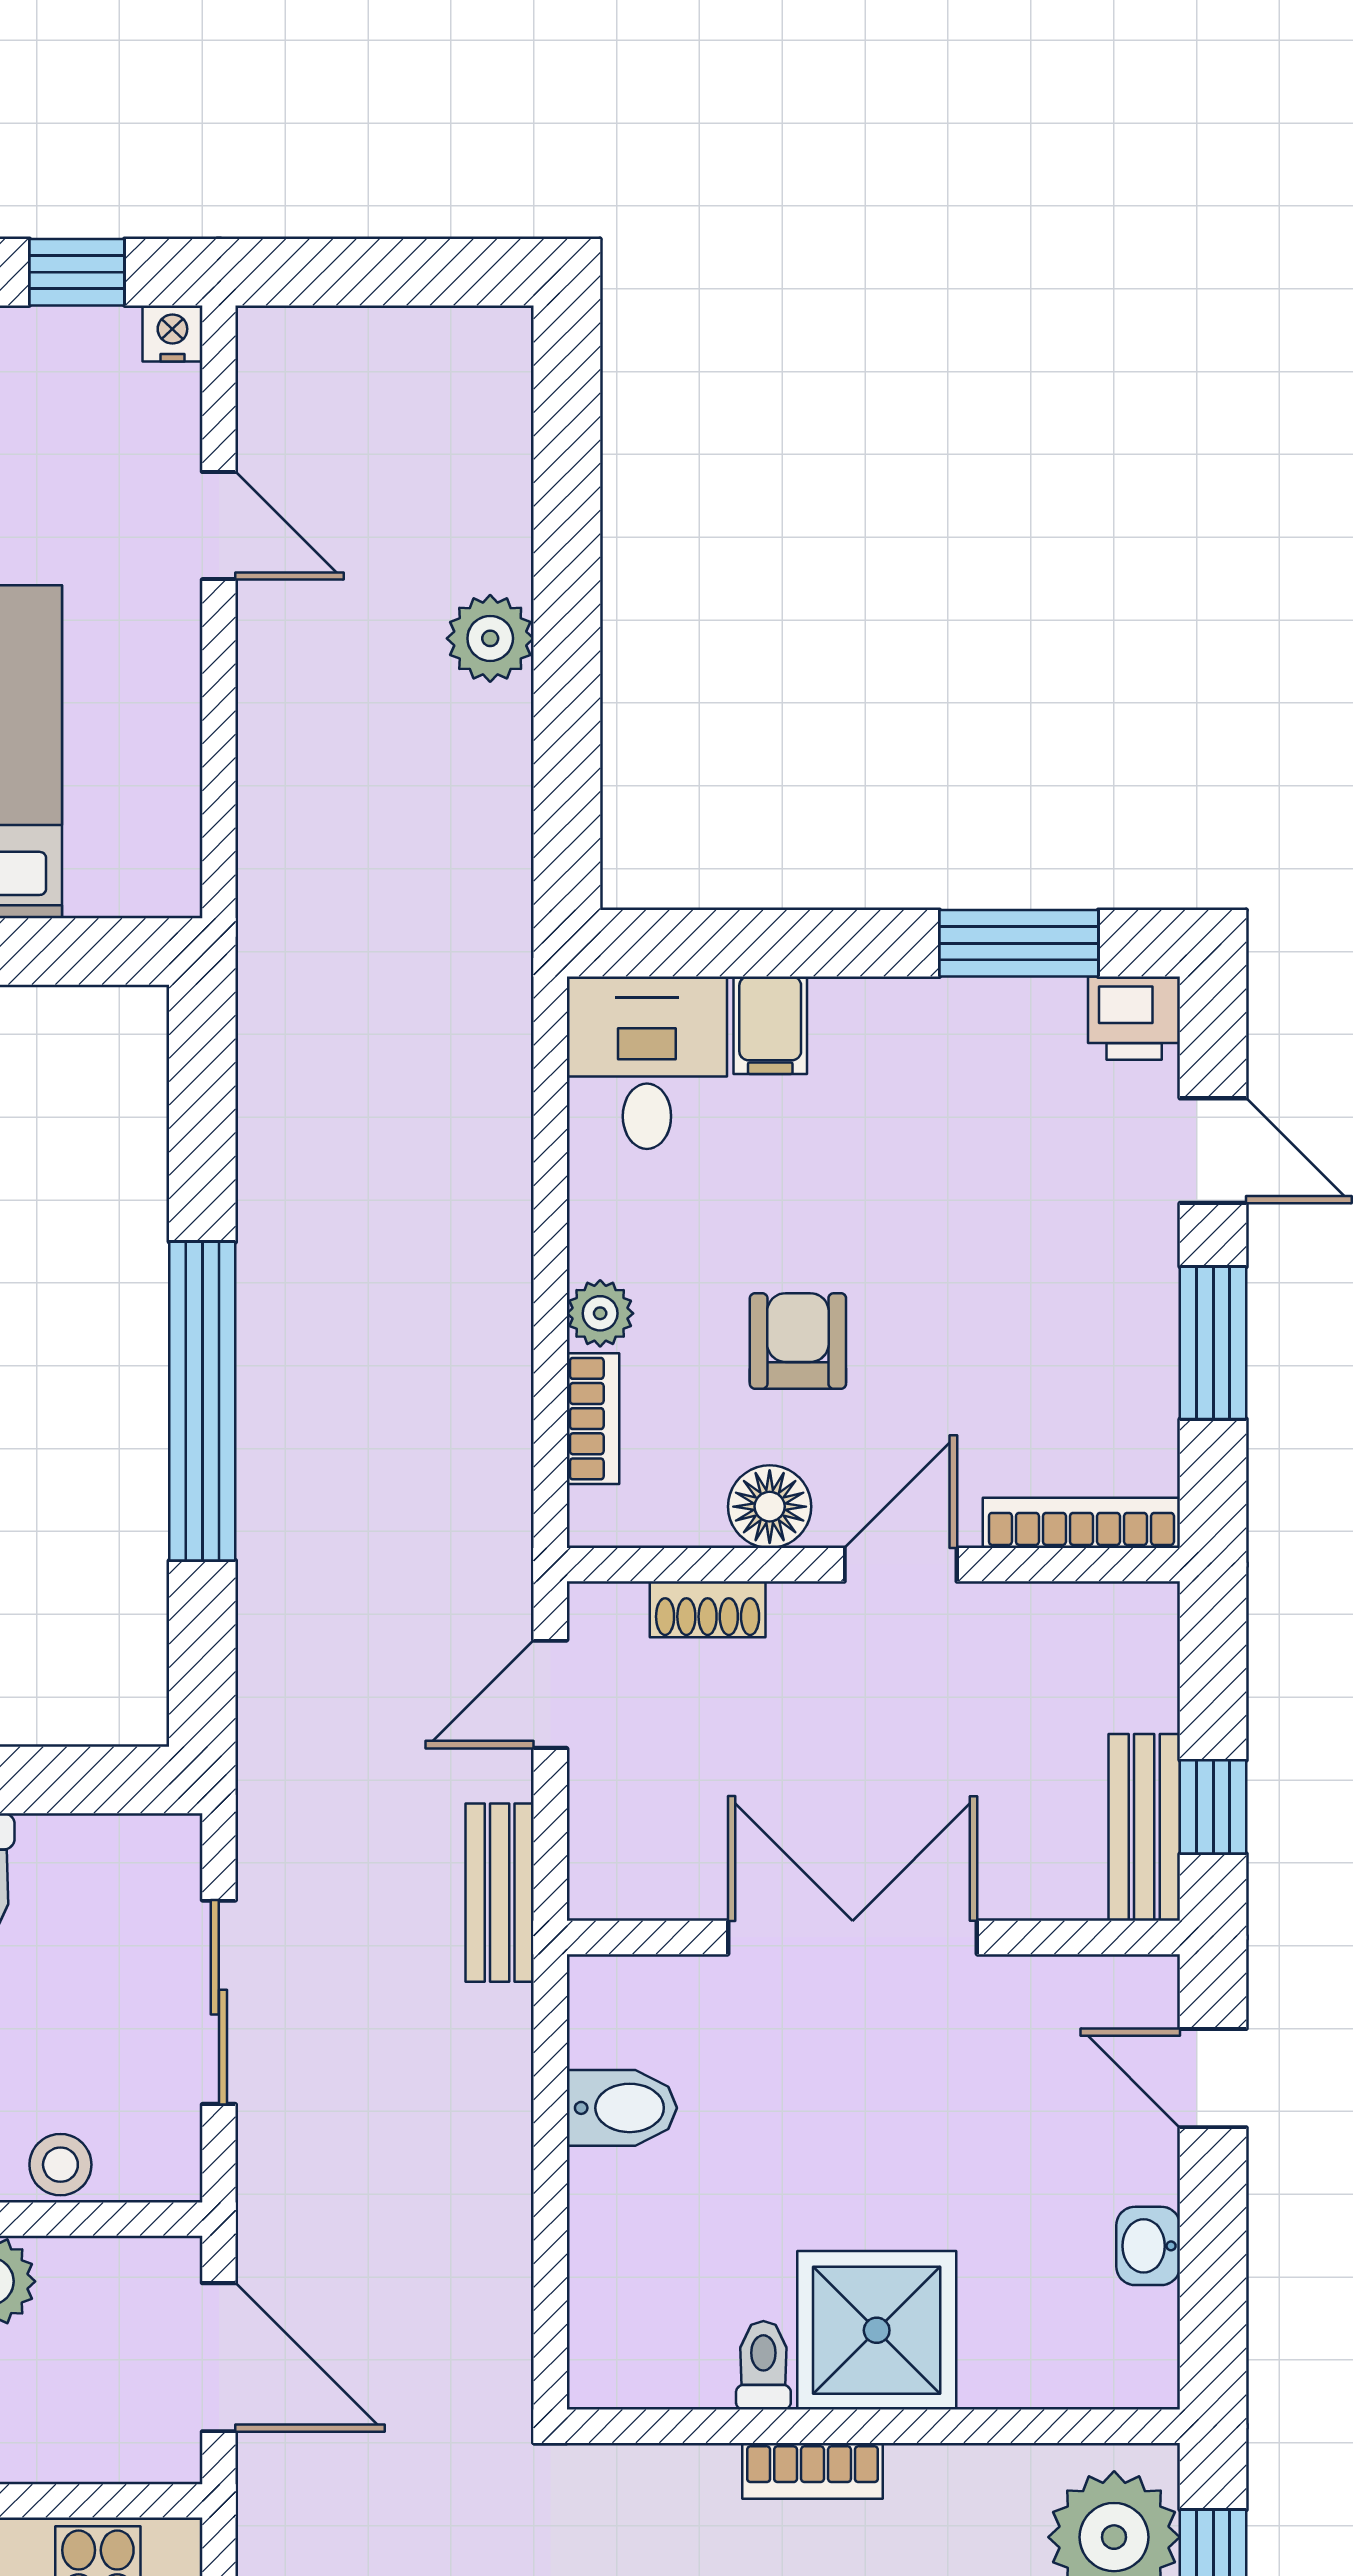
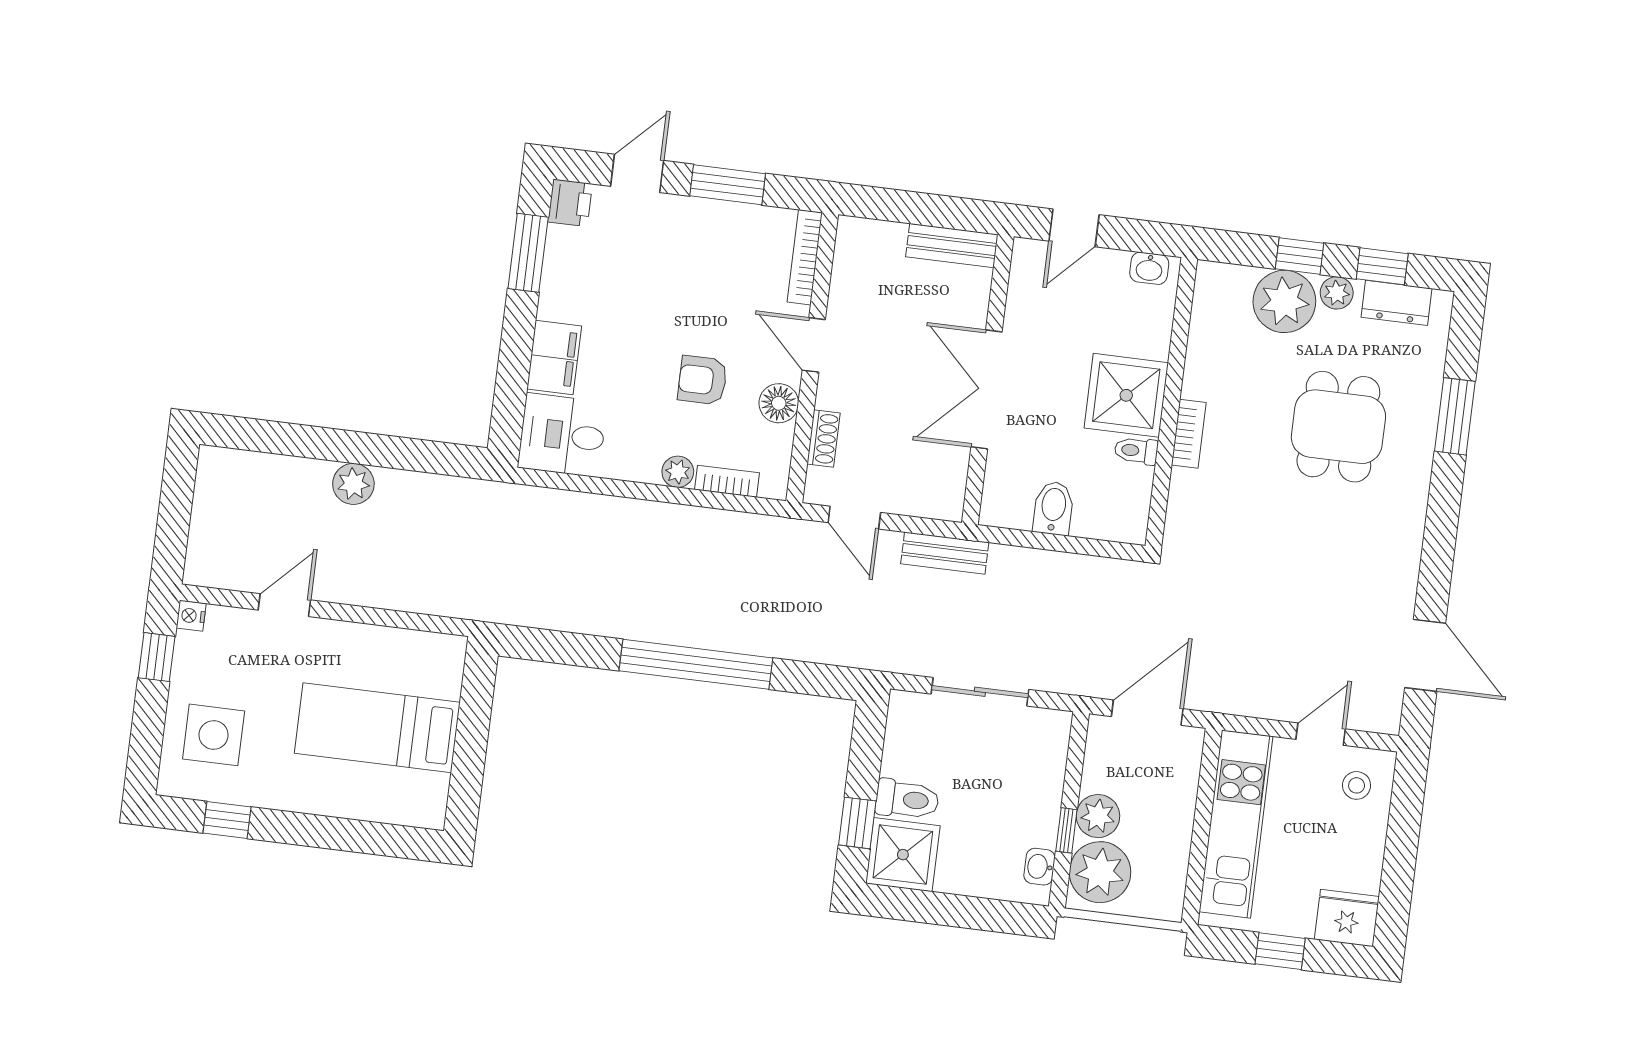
filing cabinet: (770, 1025) -> (554, 357), width x2.00
window: (1213, 1807) -> (946, 212), removed
stool: (60, 2165) -> (1047, 776), removed
shower: (877, 2330) -> (1126, 395), moved
toilet: (763, 2365) -> (1136, 451), moved
wall: (873, 2426) -> (1171, 402), moved
bookcase: (813, 2471) -> (1189, 434), moved

